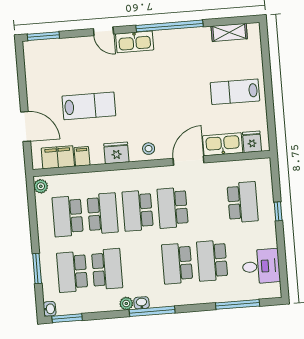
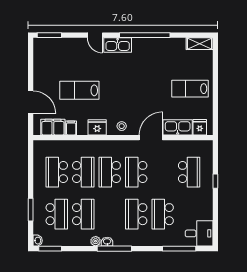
shelving: (229, 32) -> (200, 44), moved
lab bench: (89, 106) -> (79, 90), turned 180
plant: (41, 186) -> (38, 148), removed
desk: (261, 266) -> (199, 233), moved
school desk: (72, 272) -> (57, 214), turned 180

